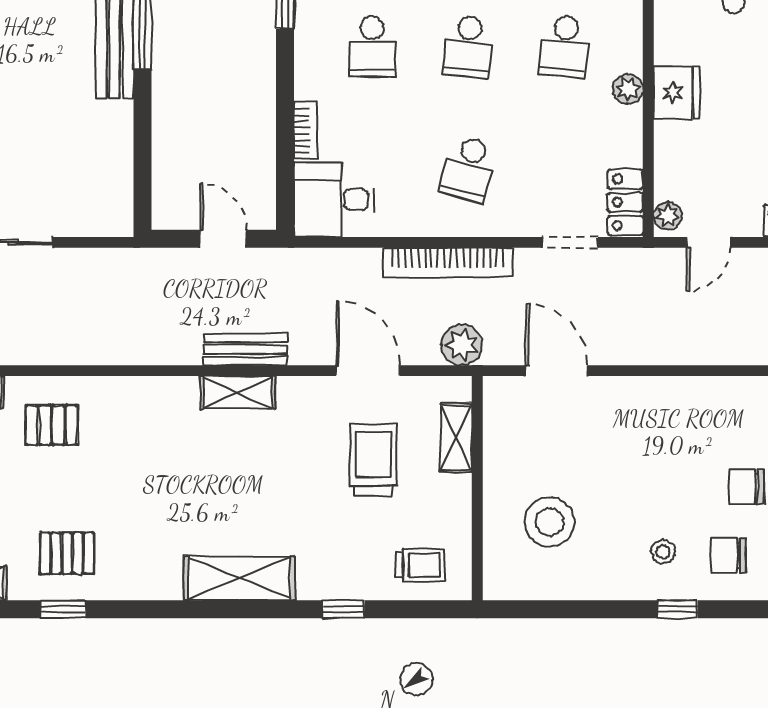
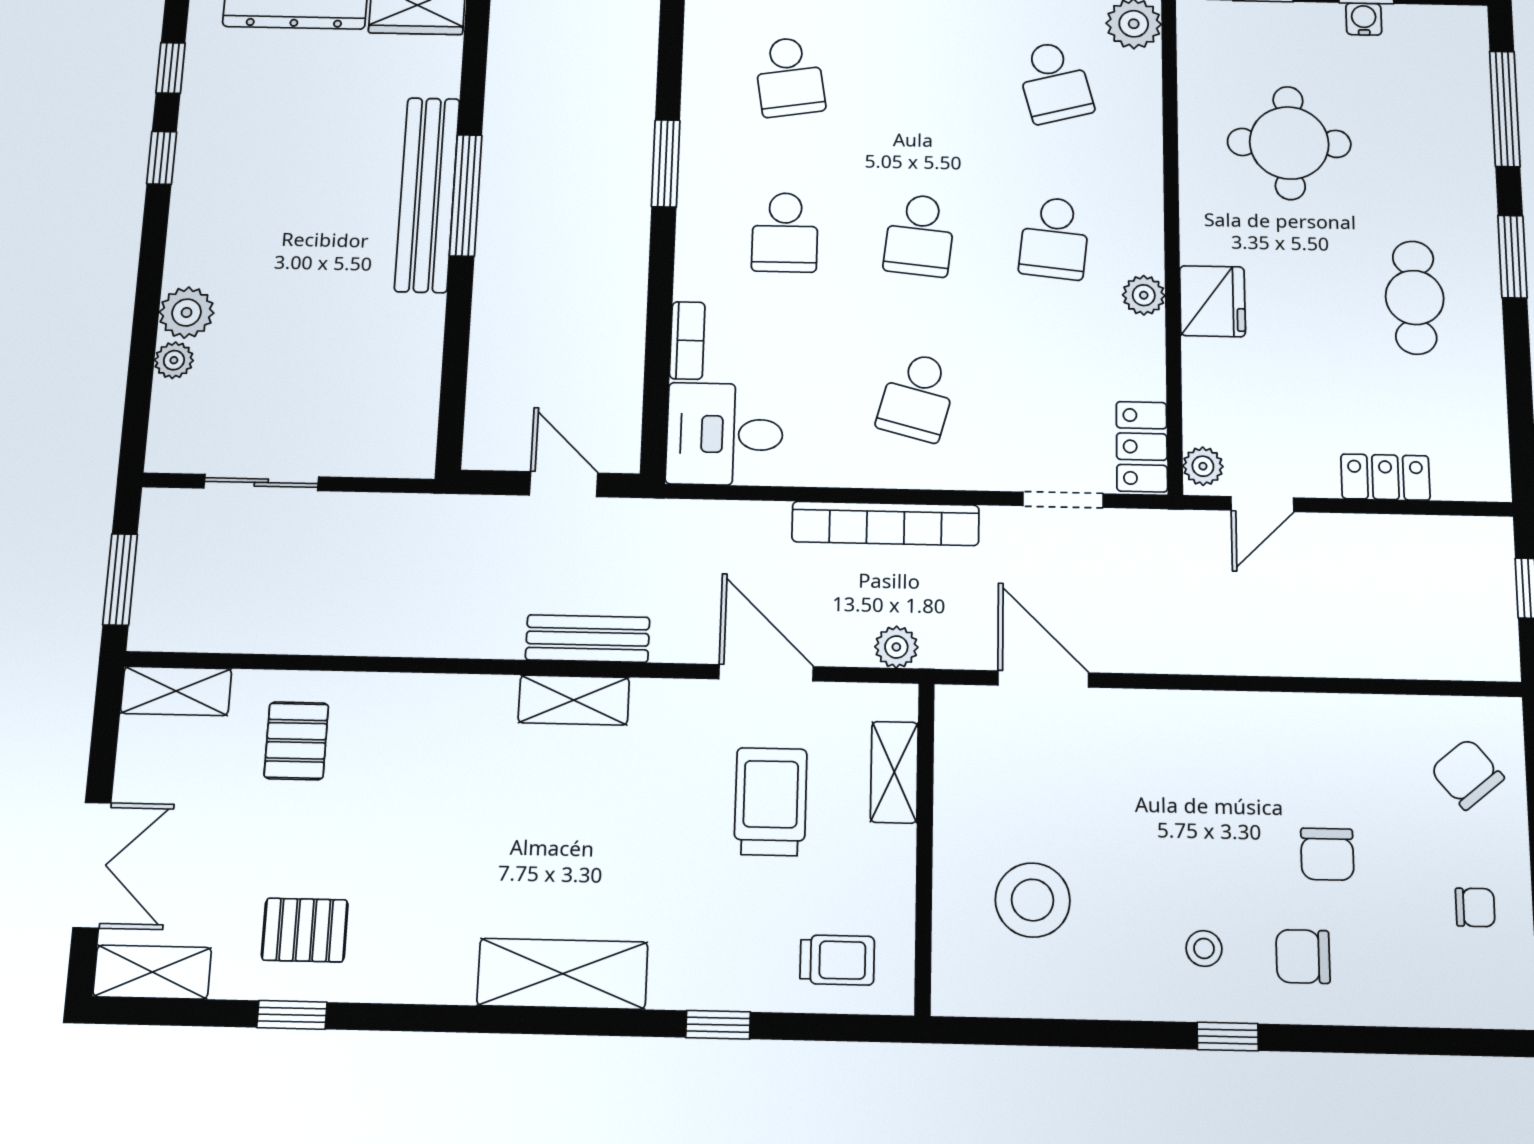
plant: (462, 345) -> (896, 647), width x0.73, depth x0.73
pallet: (52, 425) -> (296, 741), turned 90
chair: (746, 487) -> (1327, 854), turned -90

